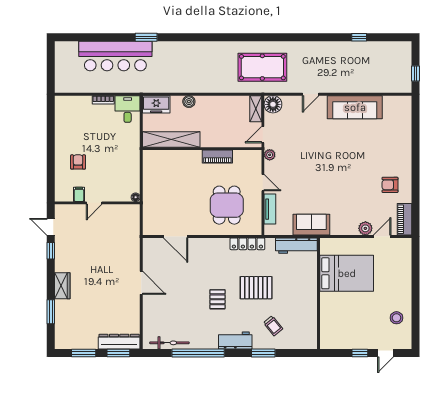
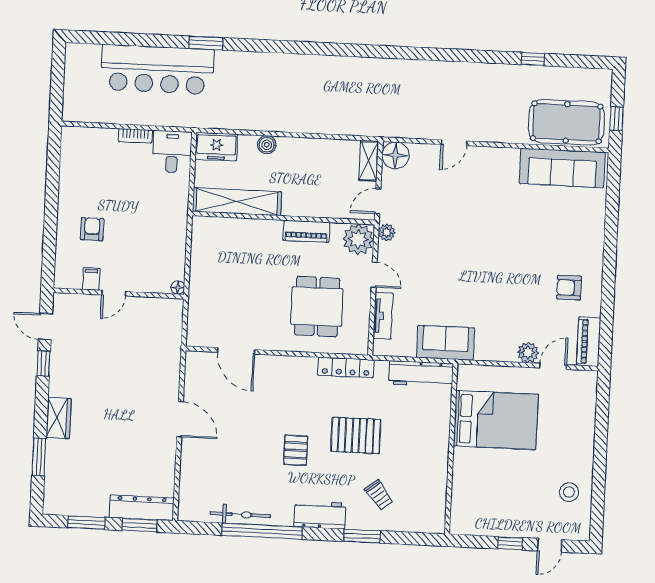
pool table: (262, 67) -> (566, 122), moved
sofa: (355, 107) -> (562, 168), moved
plant: (251, 160) -> (358, 239), added
bicycle: (169, 343) -> (240, 515), moved

